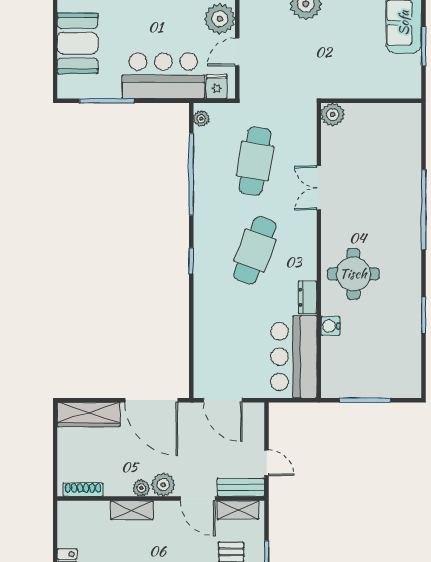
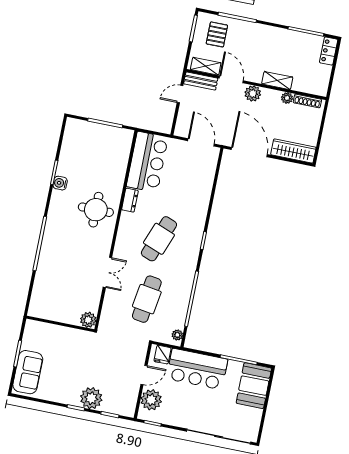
booth: (78, 43) -> (254, 386), moved
water cooler: (330, 326) -> (60, 183), moved, turned 180
door: (267, 463) -> (180, 94), hinge flipped
plant: (141, 488) -> (287, 98), moved

